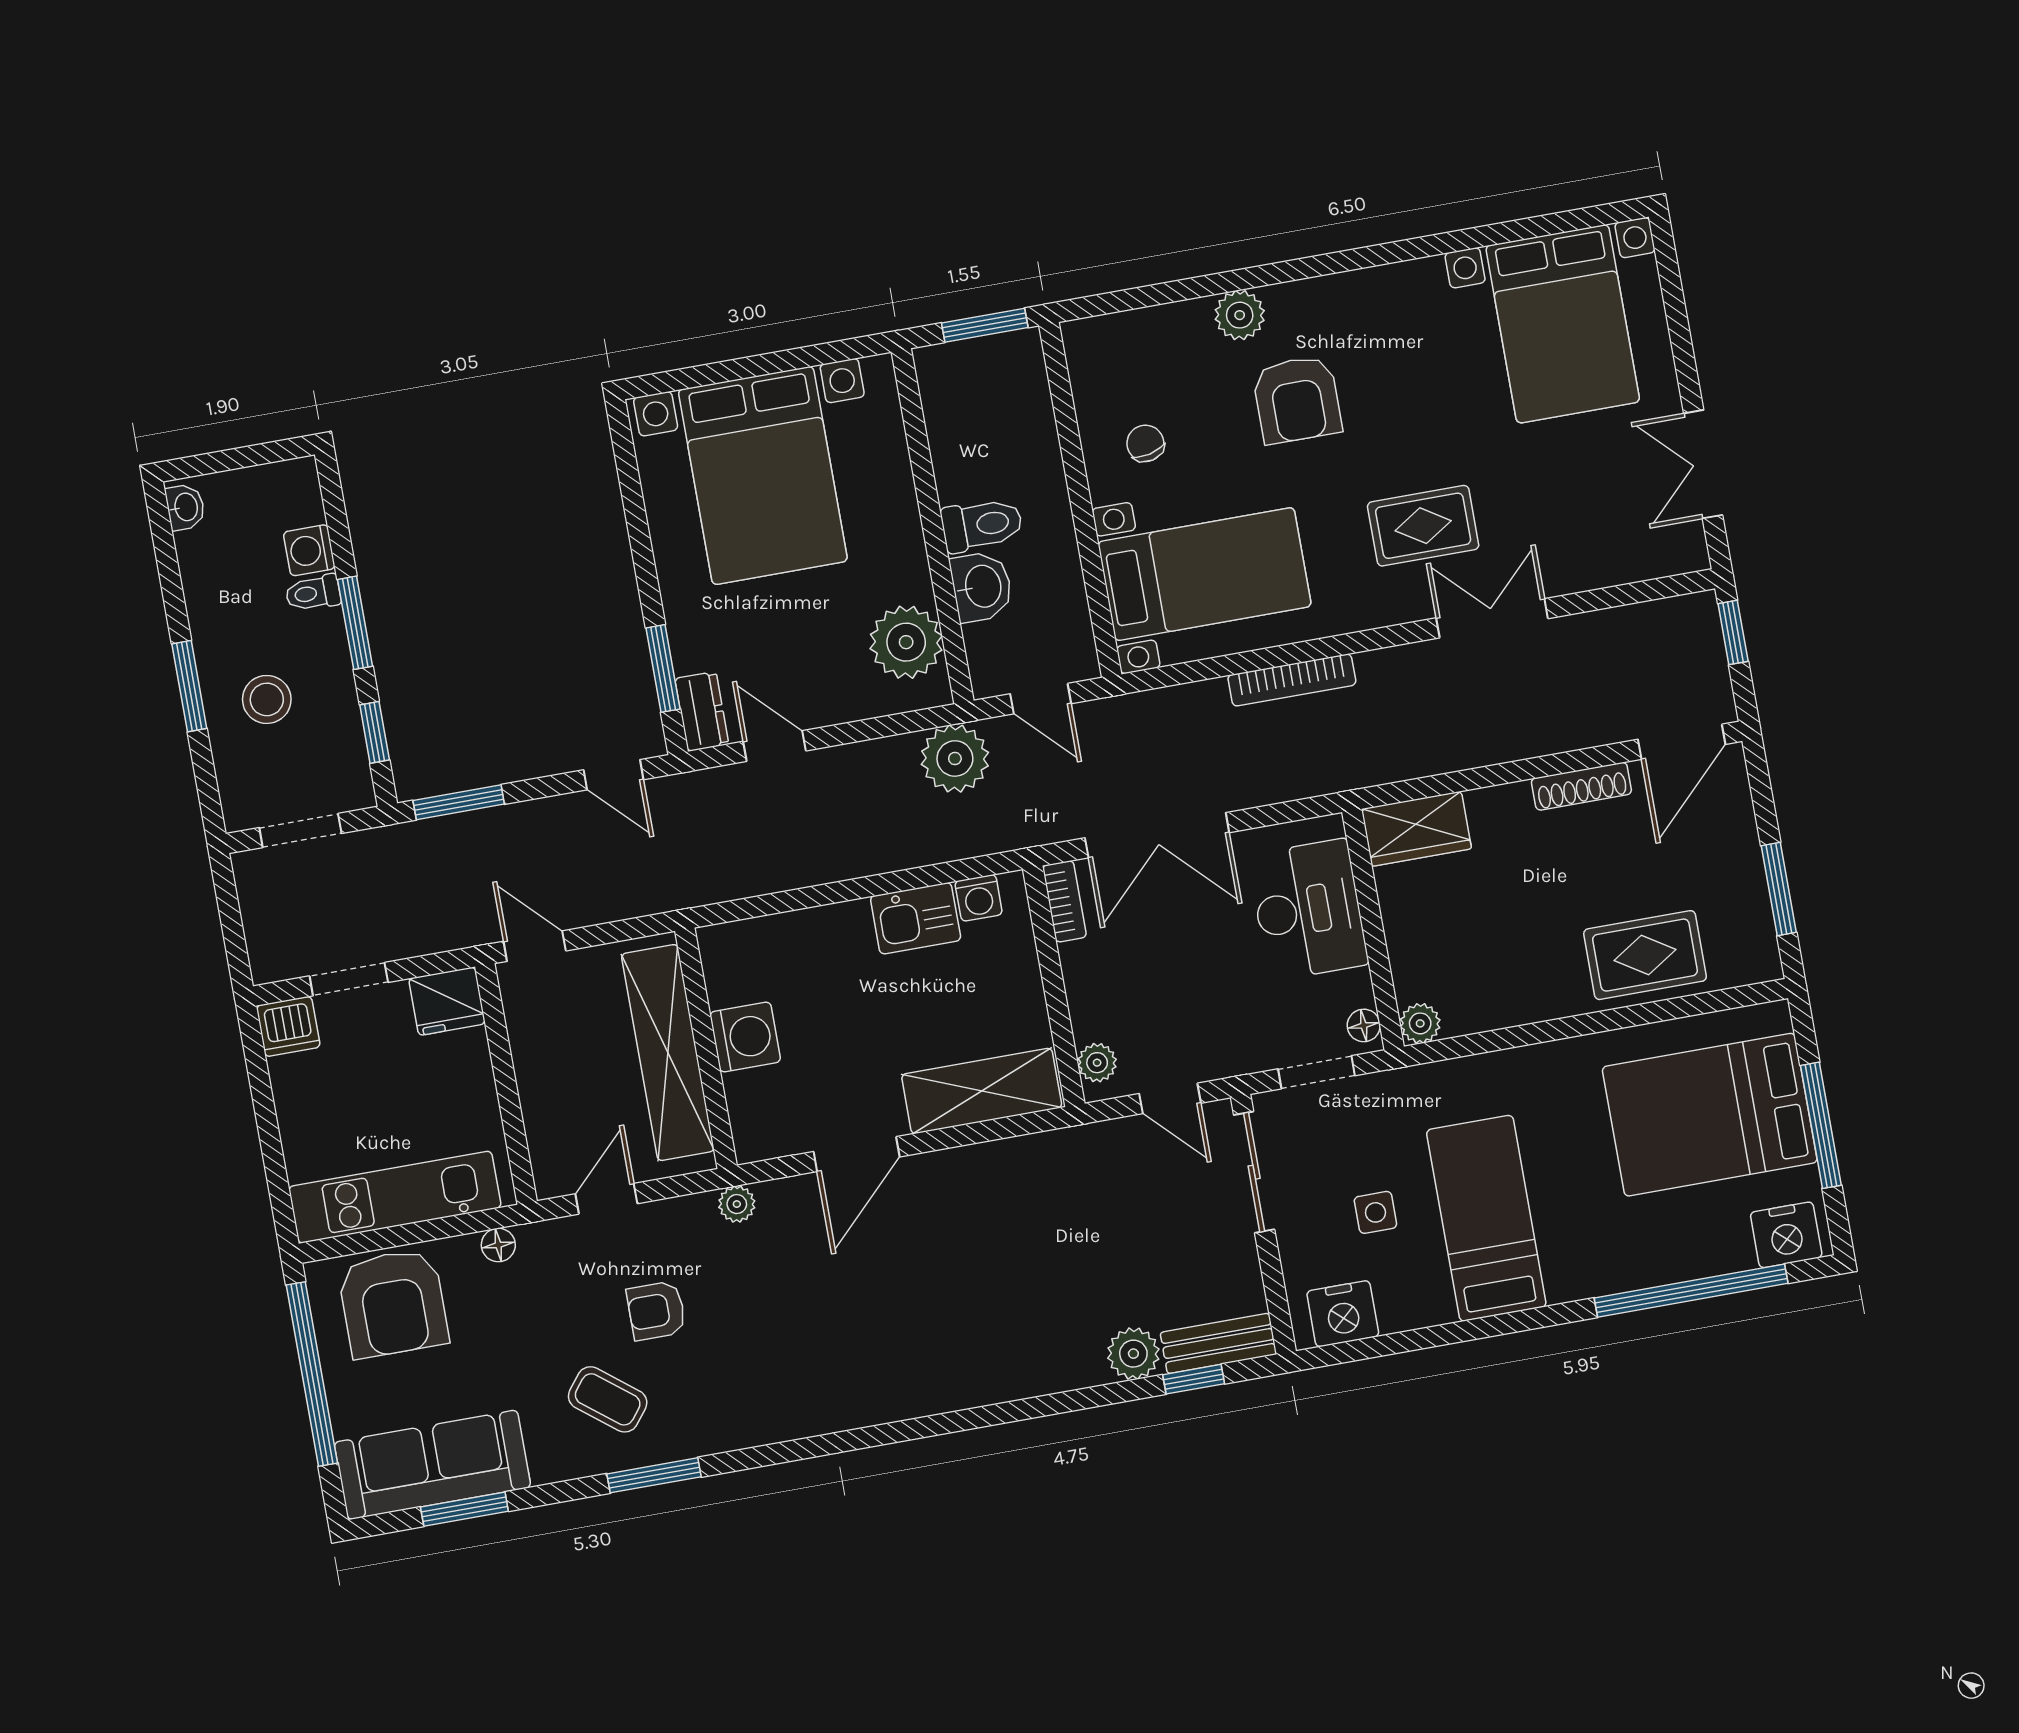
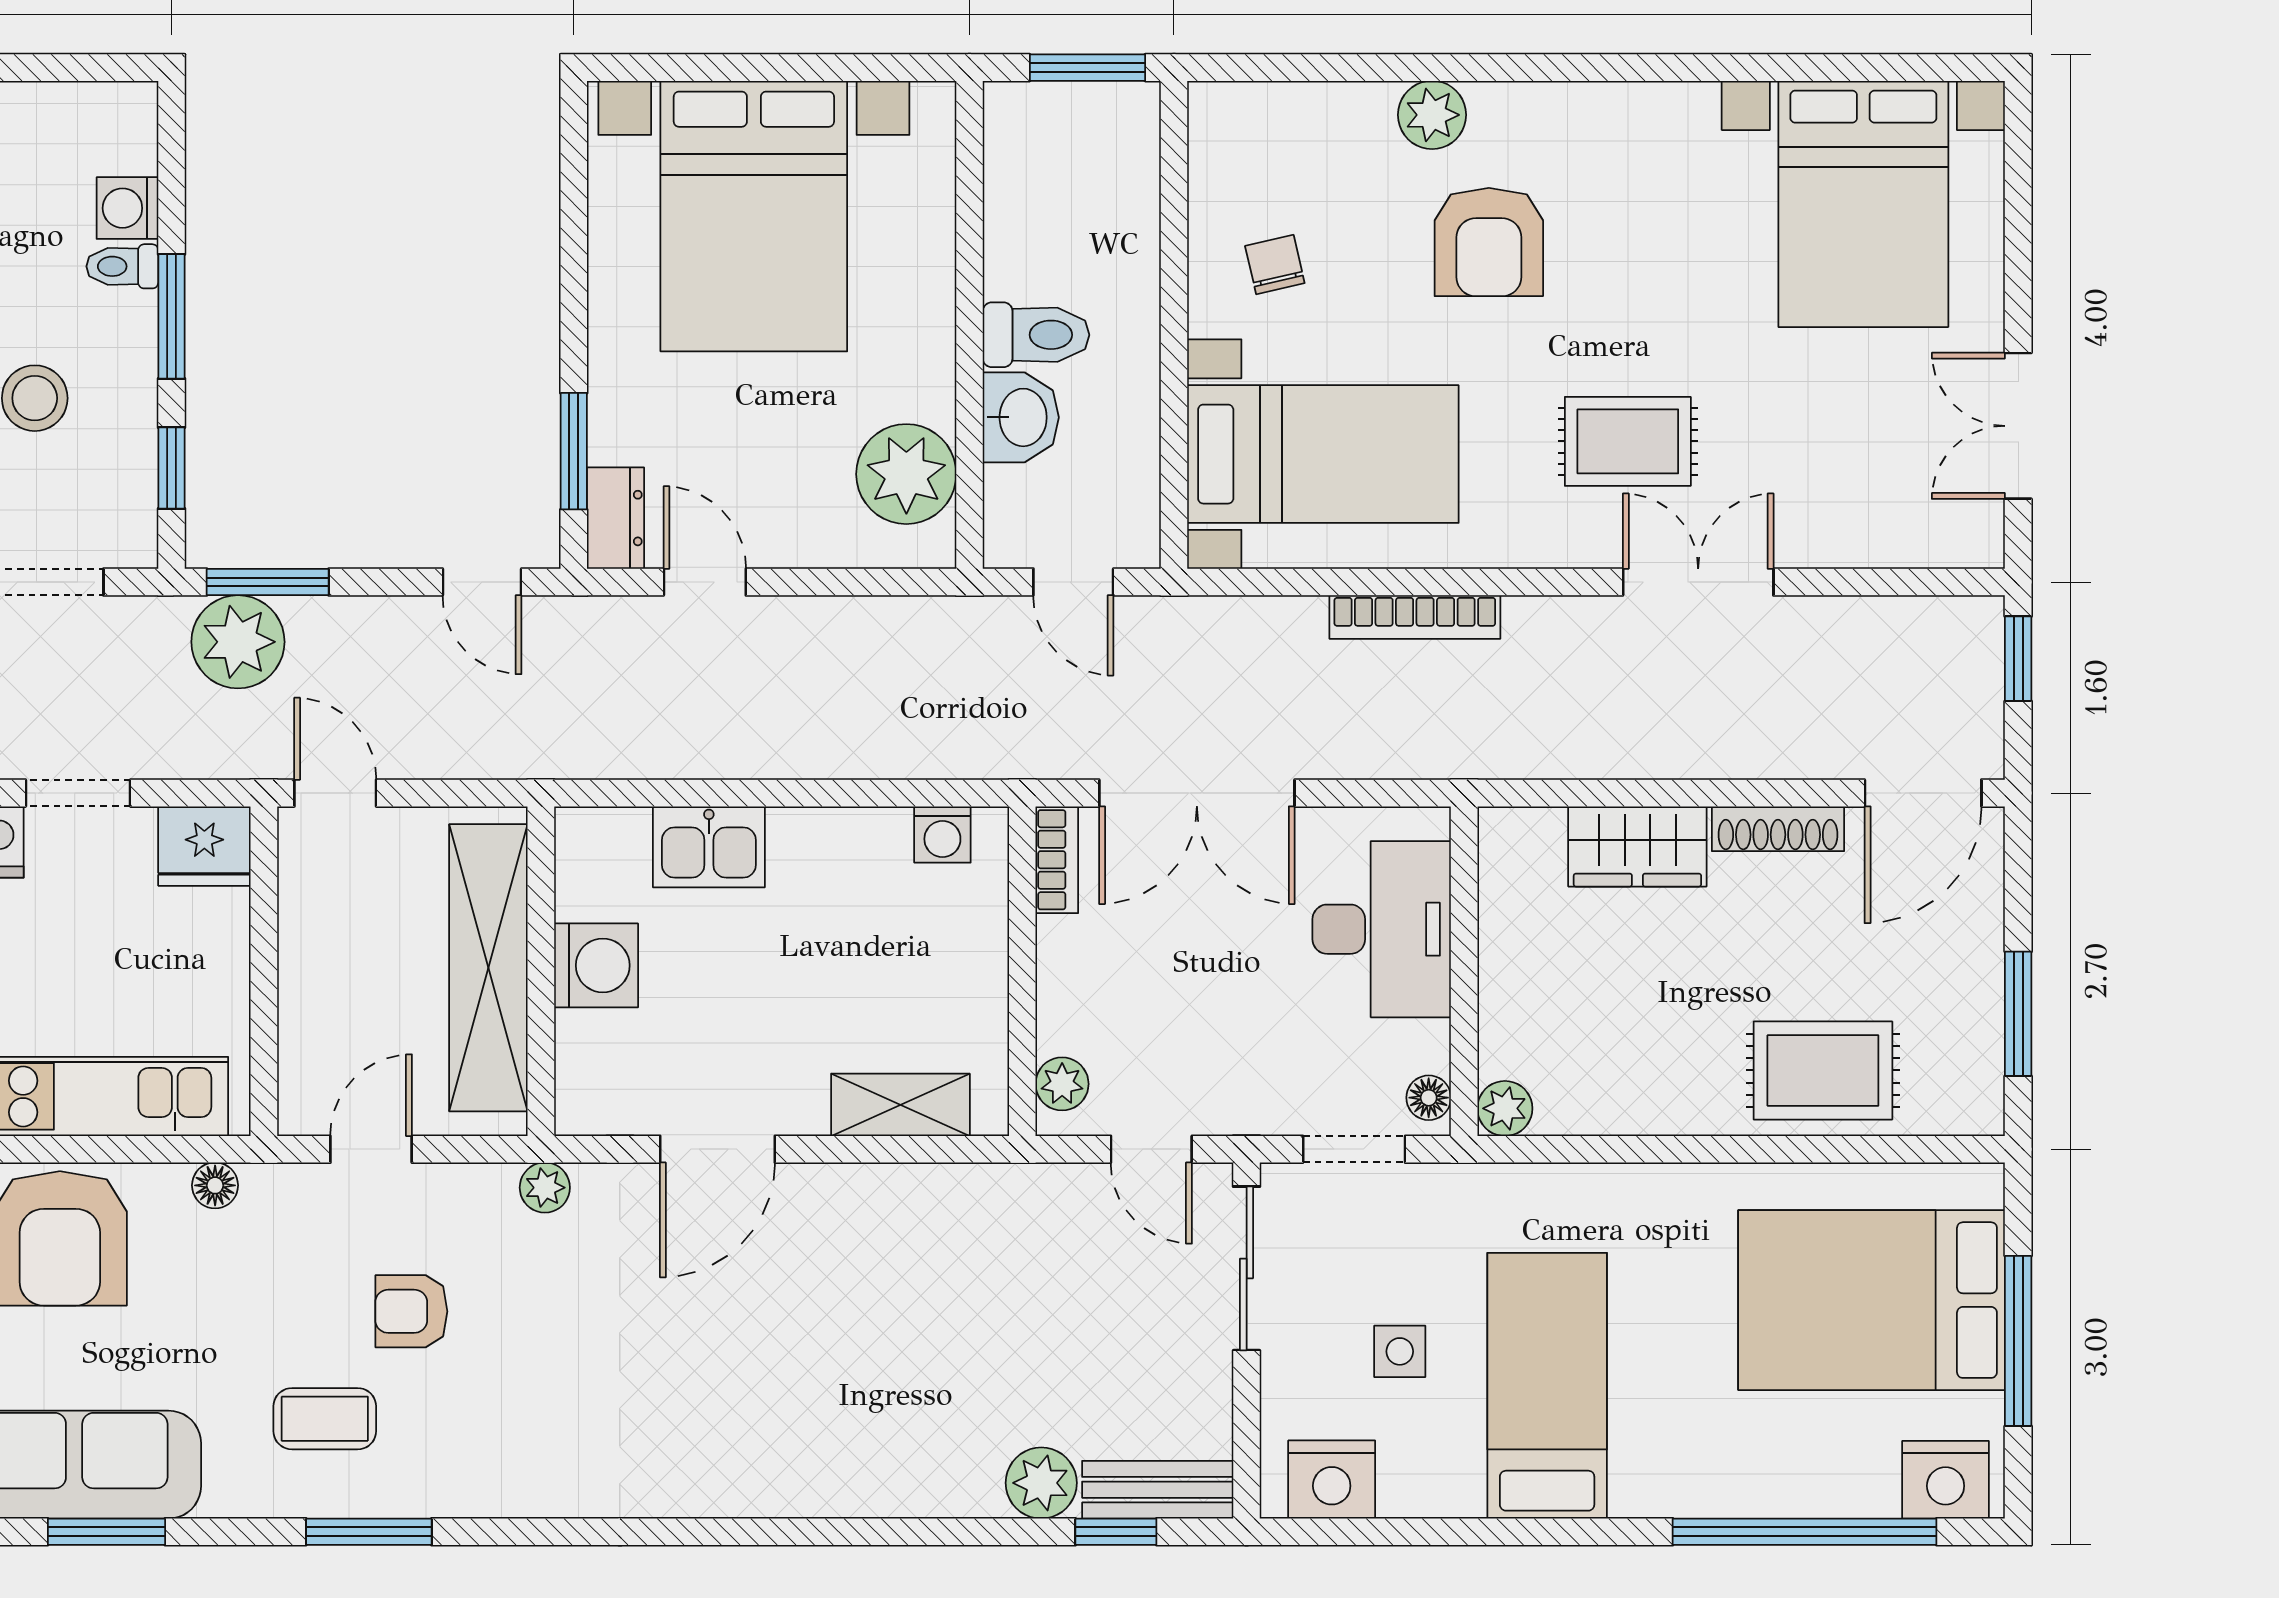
plant: (955, 758) -> (238, 642), moved
wardrobe: (1417, 829) -> (1637, 846), moved
kitchen sink: (916, 918) -> (709, 847), moved
shelving: (982, 1091) -> (900, 1105), width x0.67, depth x0.75
coffee table: (608, 1399) -> (325, 1419), turned -38

